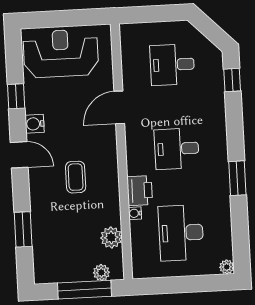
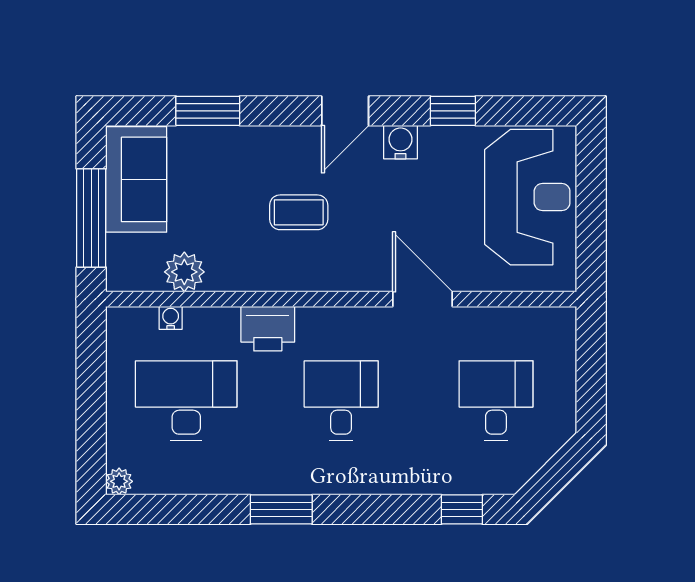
water cooler: (135, 213) -> (171, 318), moved
sofa: (62, 266) -> (136, 179), added
plant: (101, 273) -> (121, 250), removed

